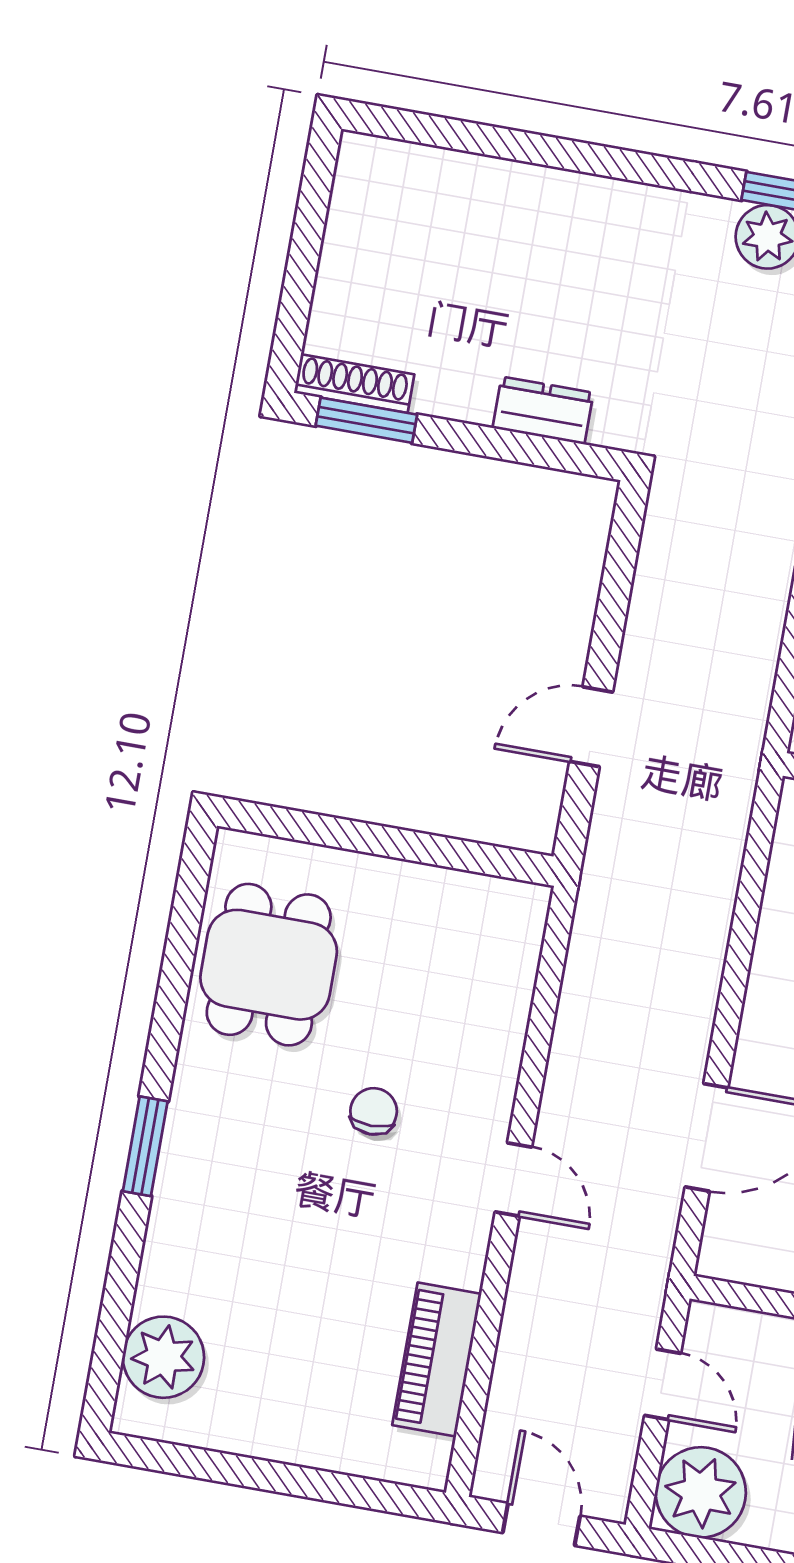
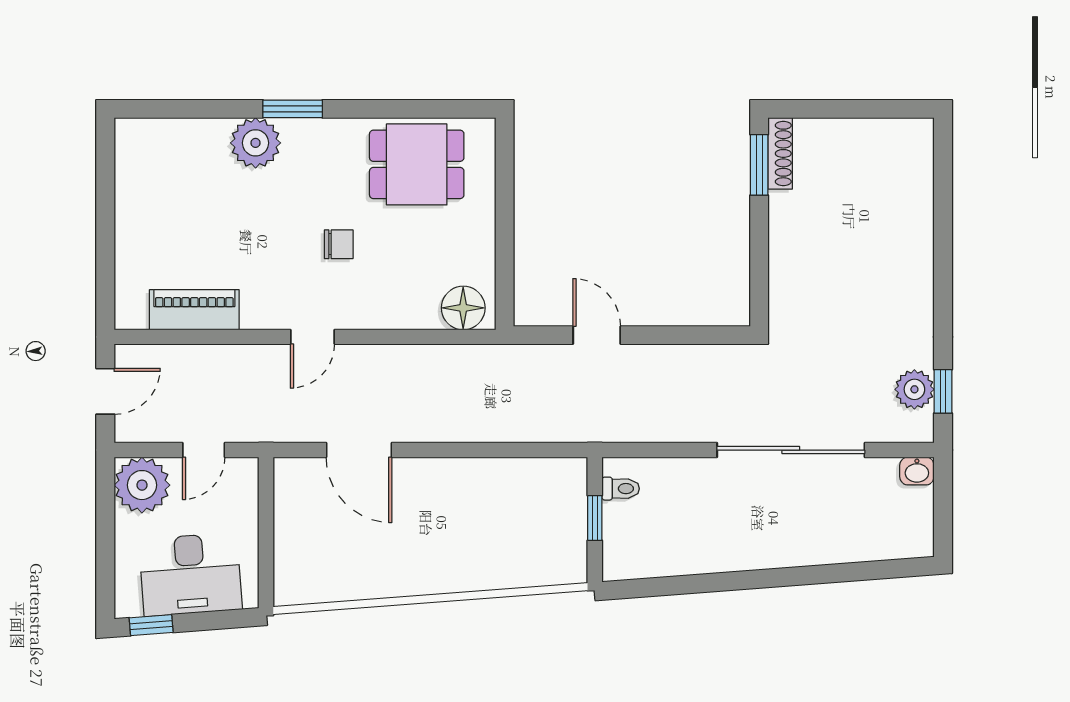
dresser: (543, 410) -> (784, 271), removed
floor lamp: (510, 931) -> (463, 308), added
plant: (163, 1357) -> (256, 143), moved

